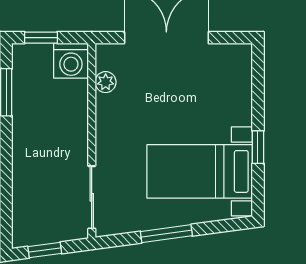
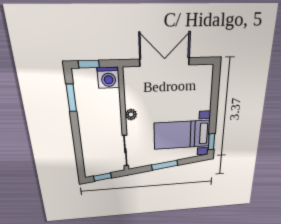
plant: (106, 82) -> (131, 115), moved
window: (258, 147) -> (211, 142), moved

